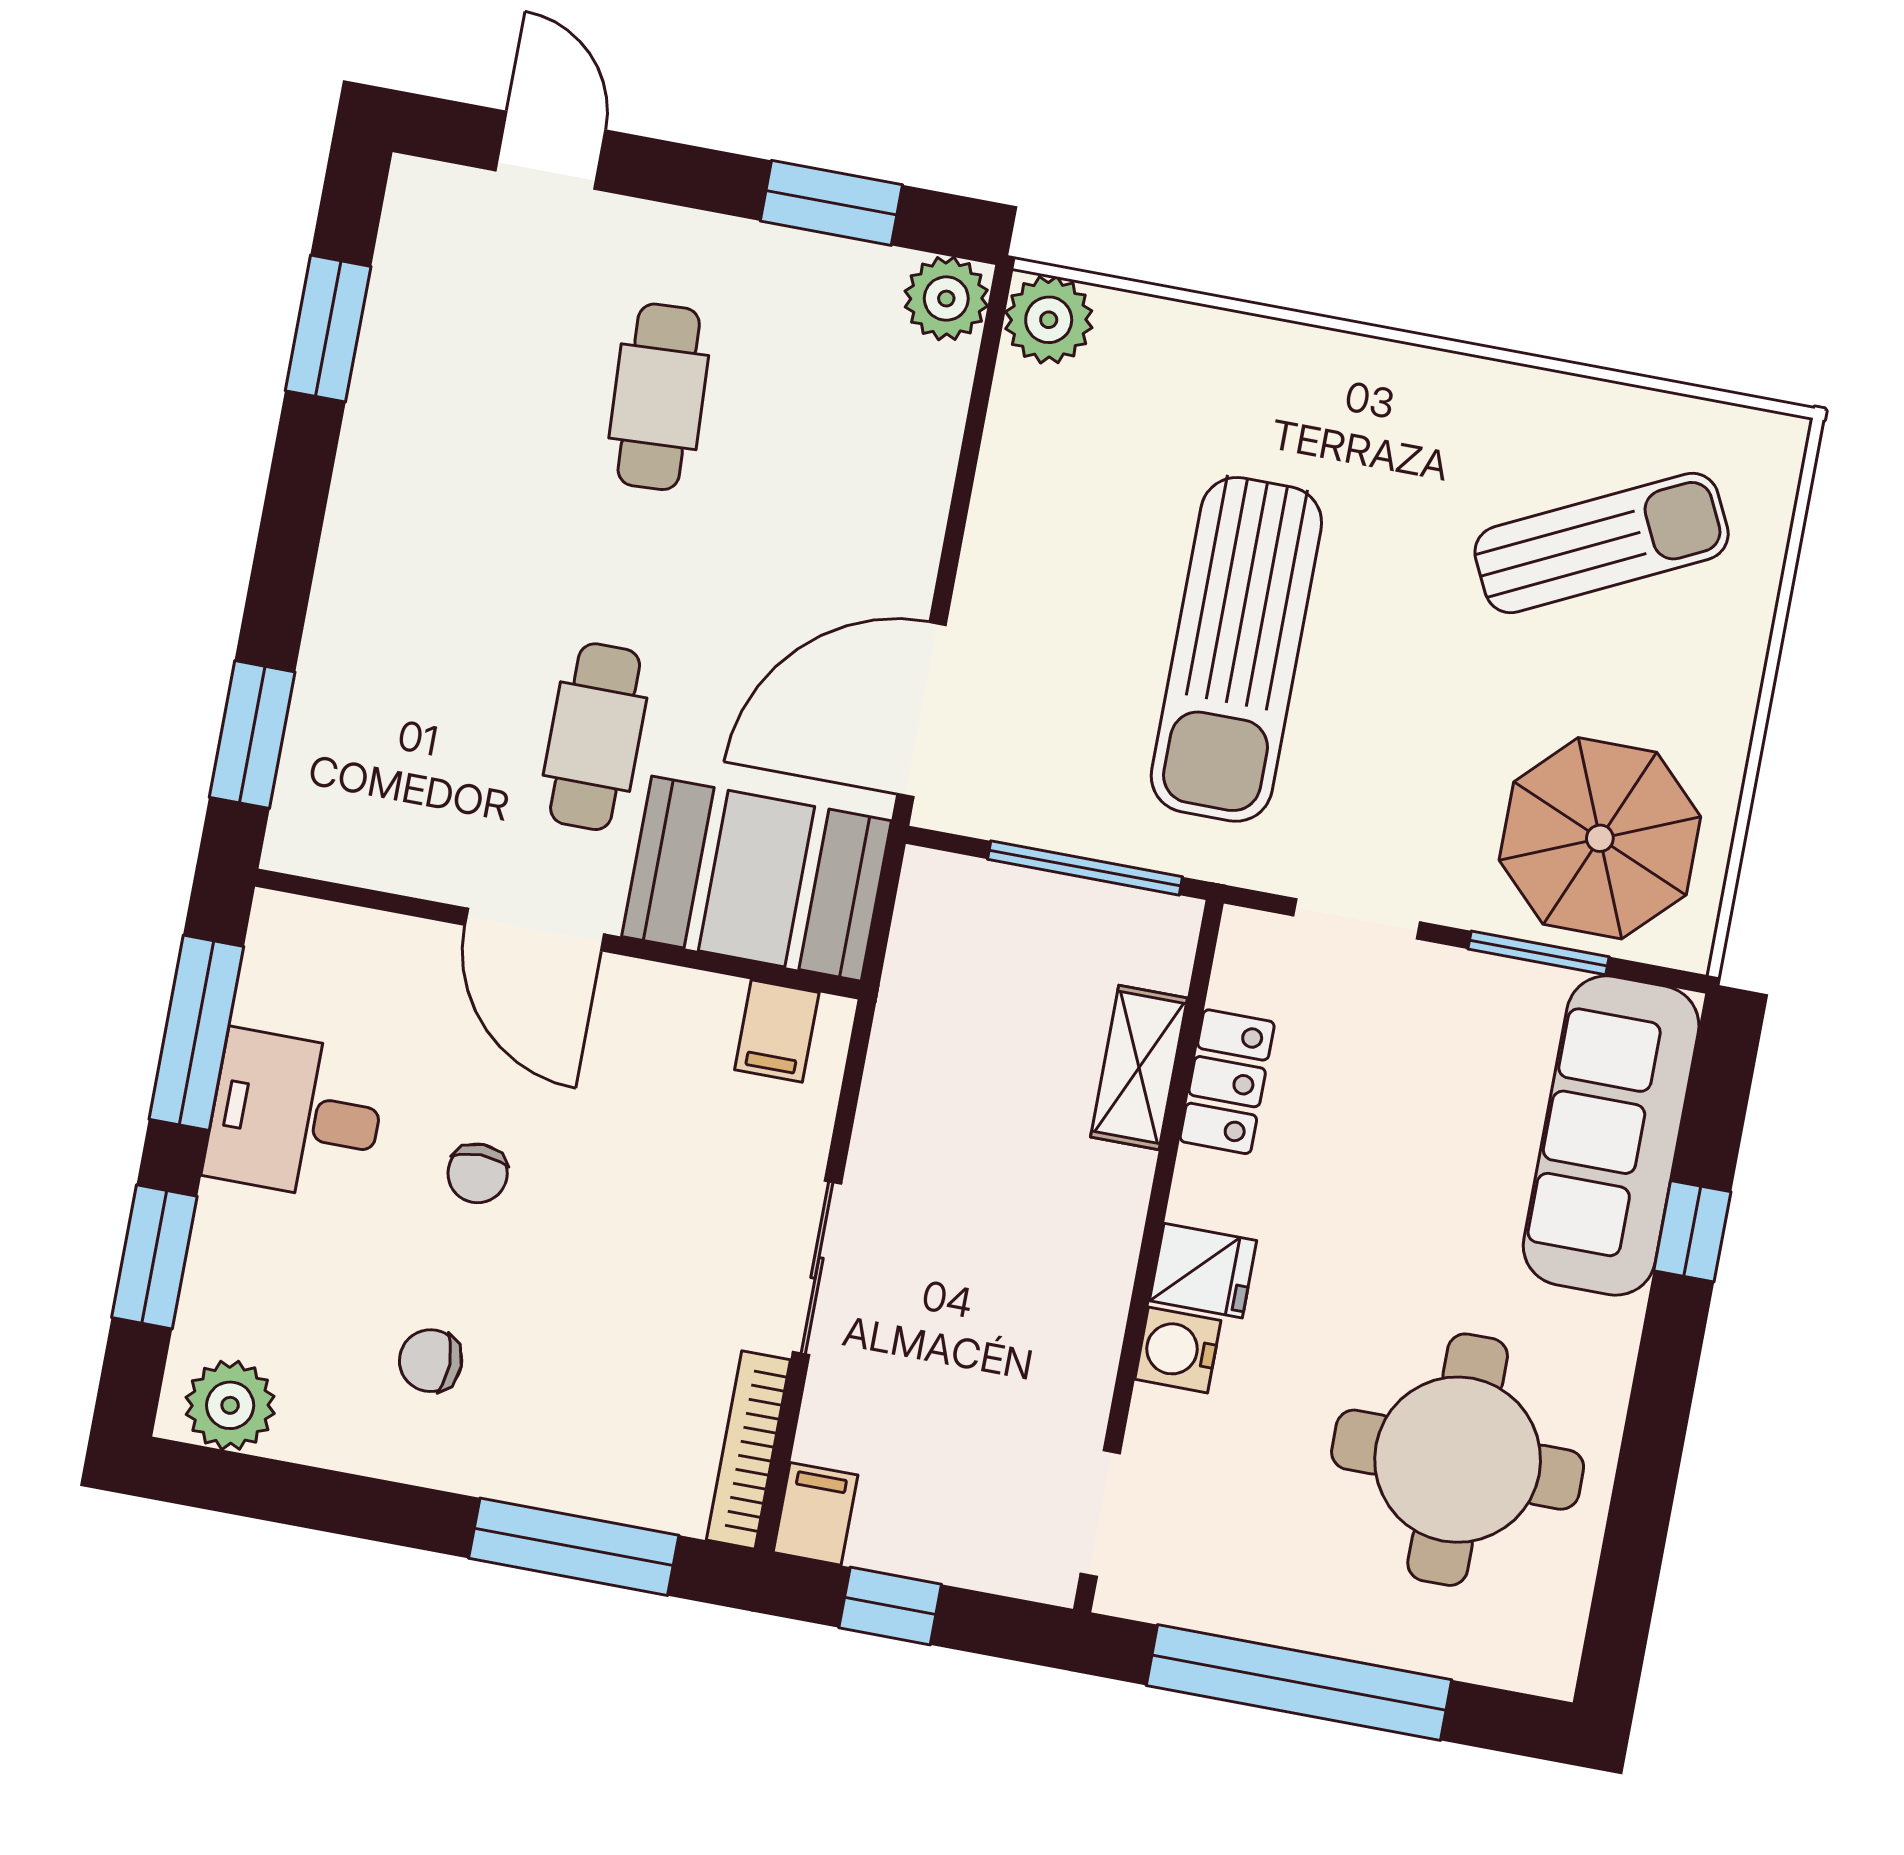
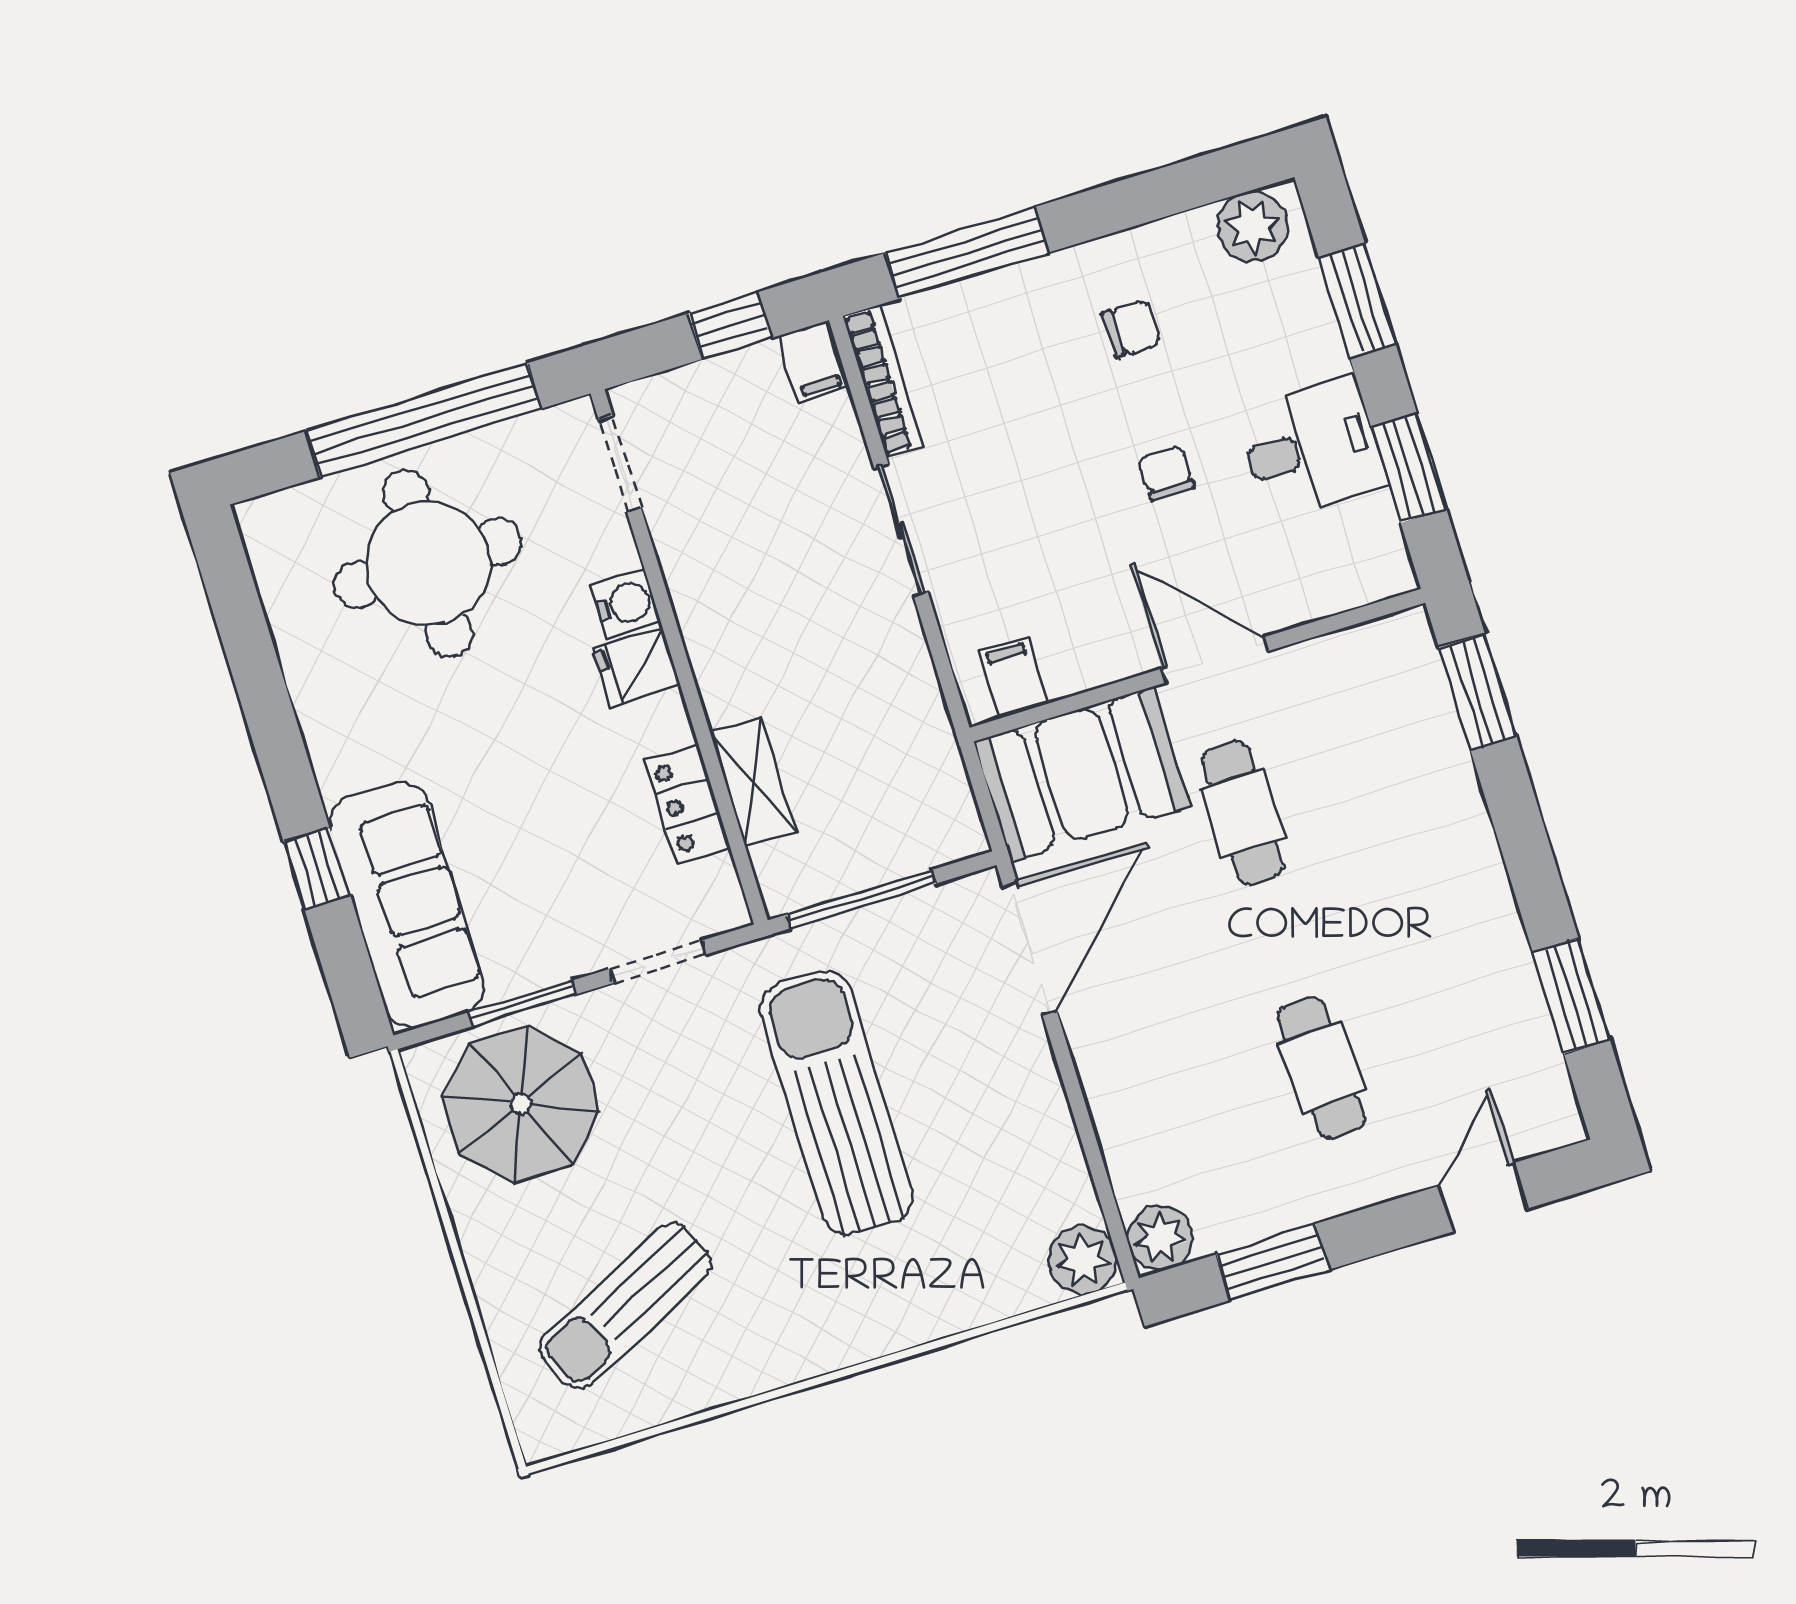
door: (551, 150) -> (1483, 1197), swing flipped
window: (196, 1033) -> (1409, 468), width x0.69
round table: (1458, 1460) -> (428, 563), moved

